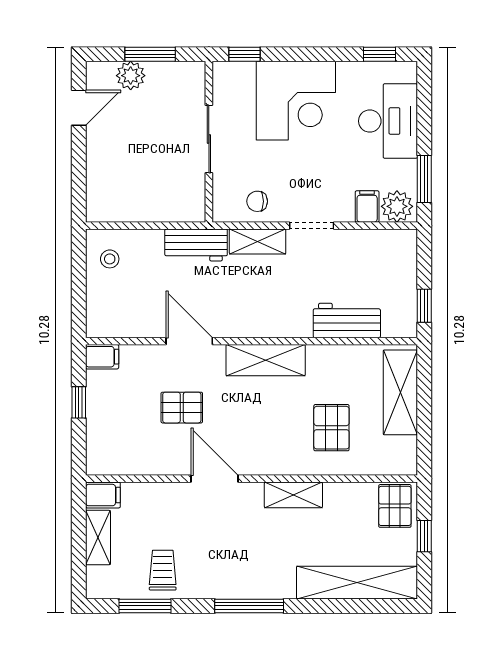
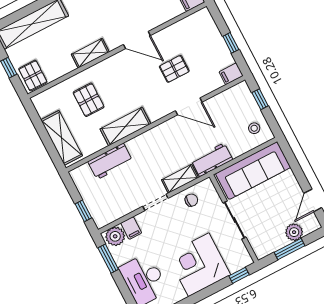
sofa: (144, 198) -> (253, 170), added
window: (79, 297) -> (260, 99), added
window: (424, 306) -> (83, 211), moved
shelving: (266, 360) -> (125, 126), moved

